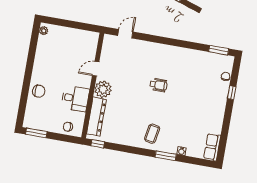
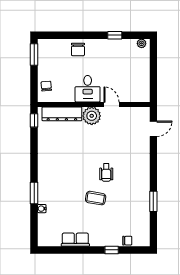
door: (125, 34) -> (153, 129), hinge flipped
window: (219, 50) -> (153, 201), moved
window: (32, 54) -> (115, 35), added
desk: (75, 98) -> (88, 89), moved
coffee table: (152, 134) -> (96, 198), moved
row of seats: (212, 147) -> (75, 240), moved

